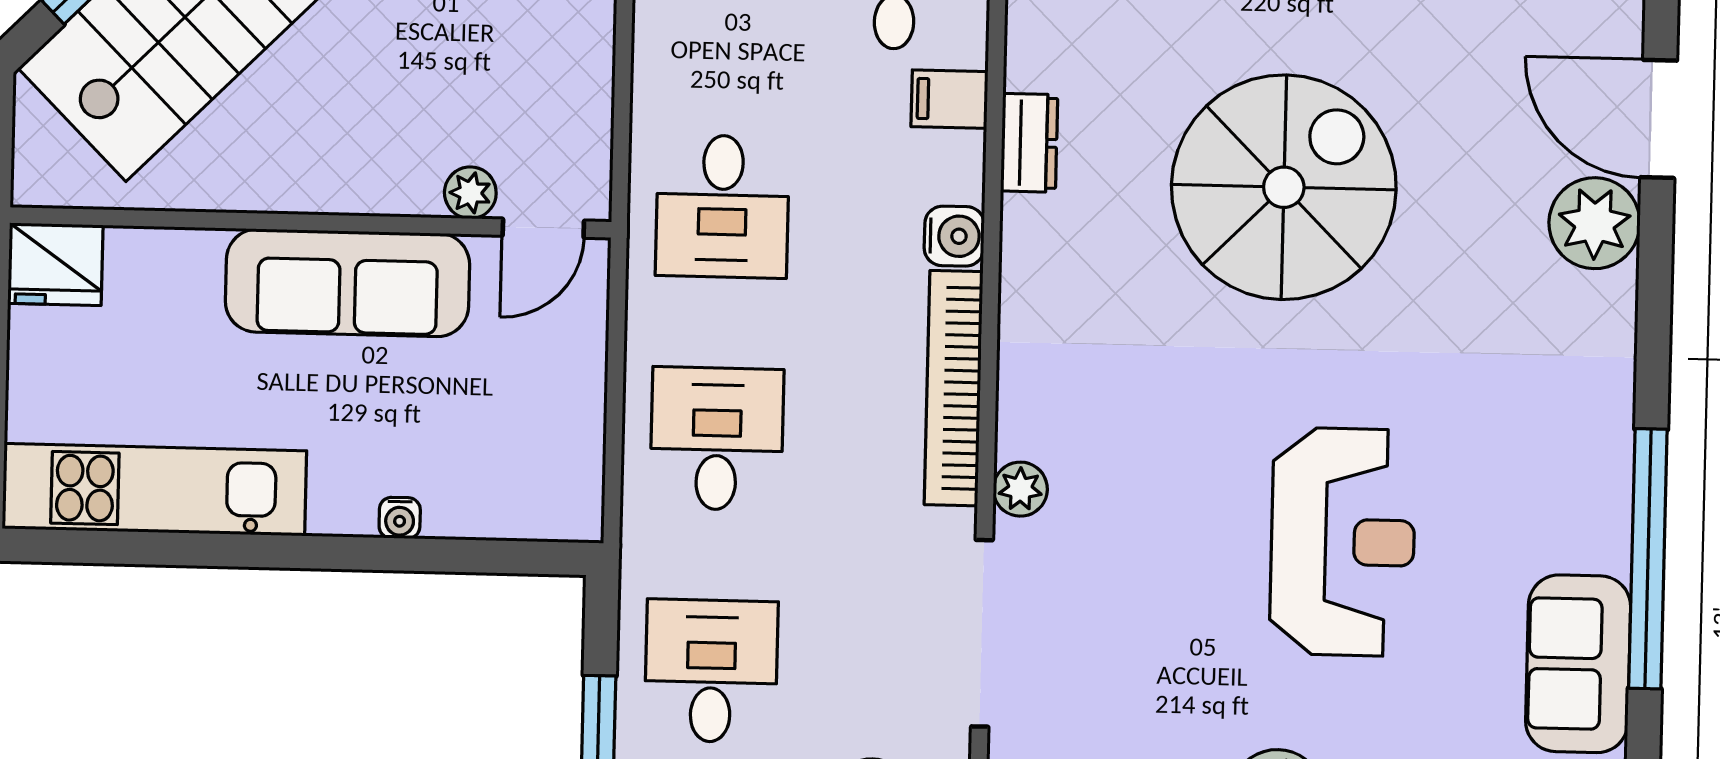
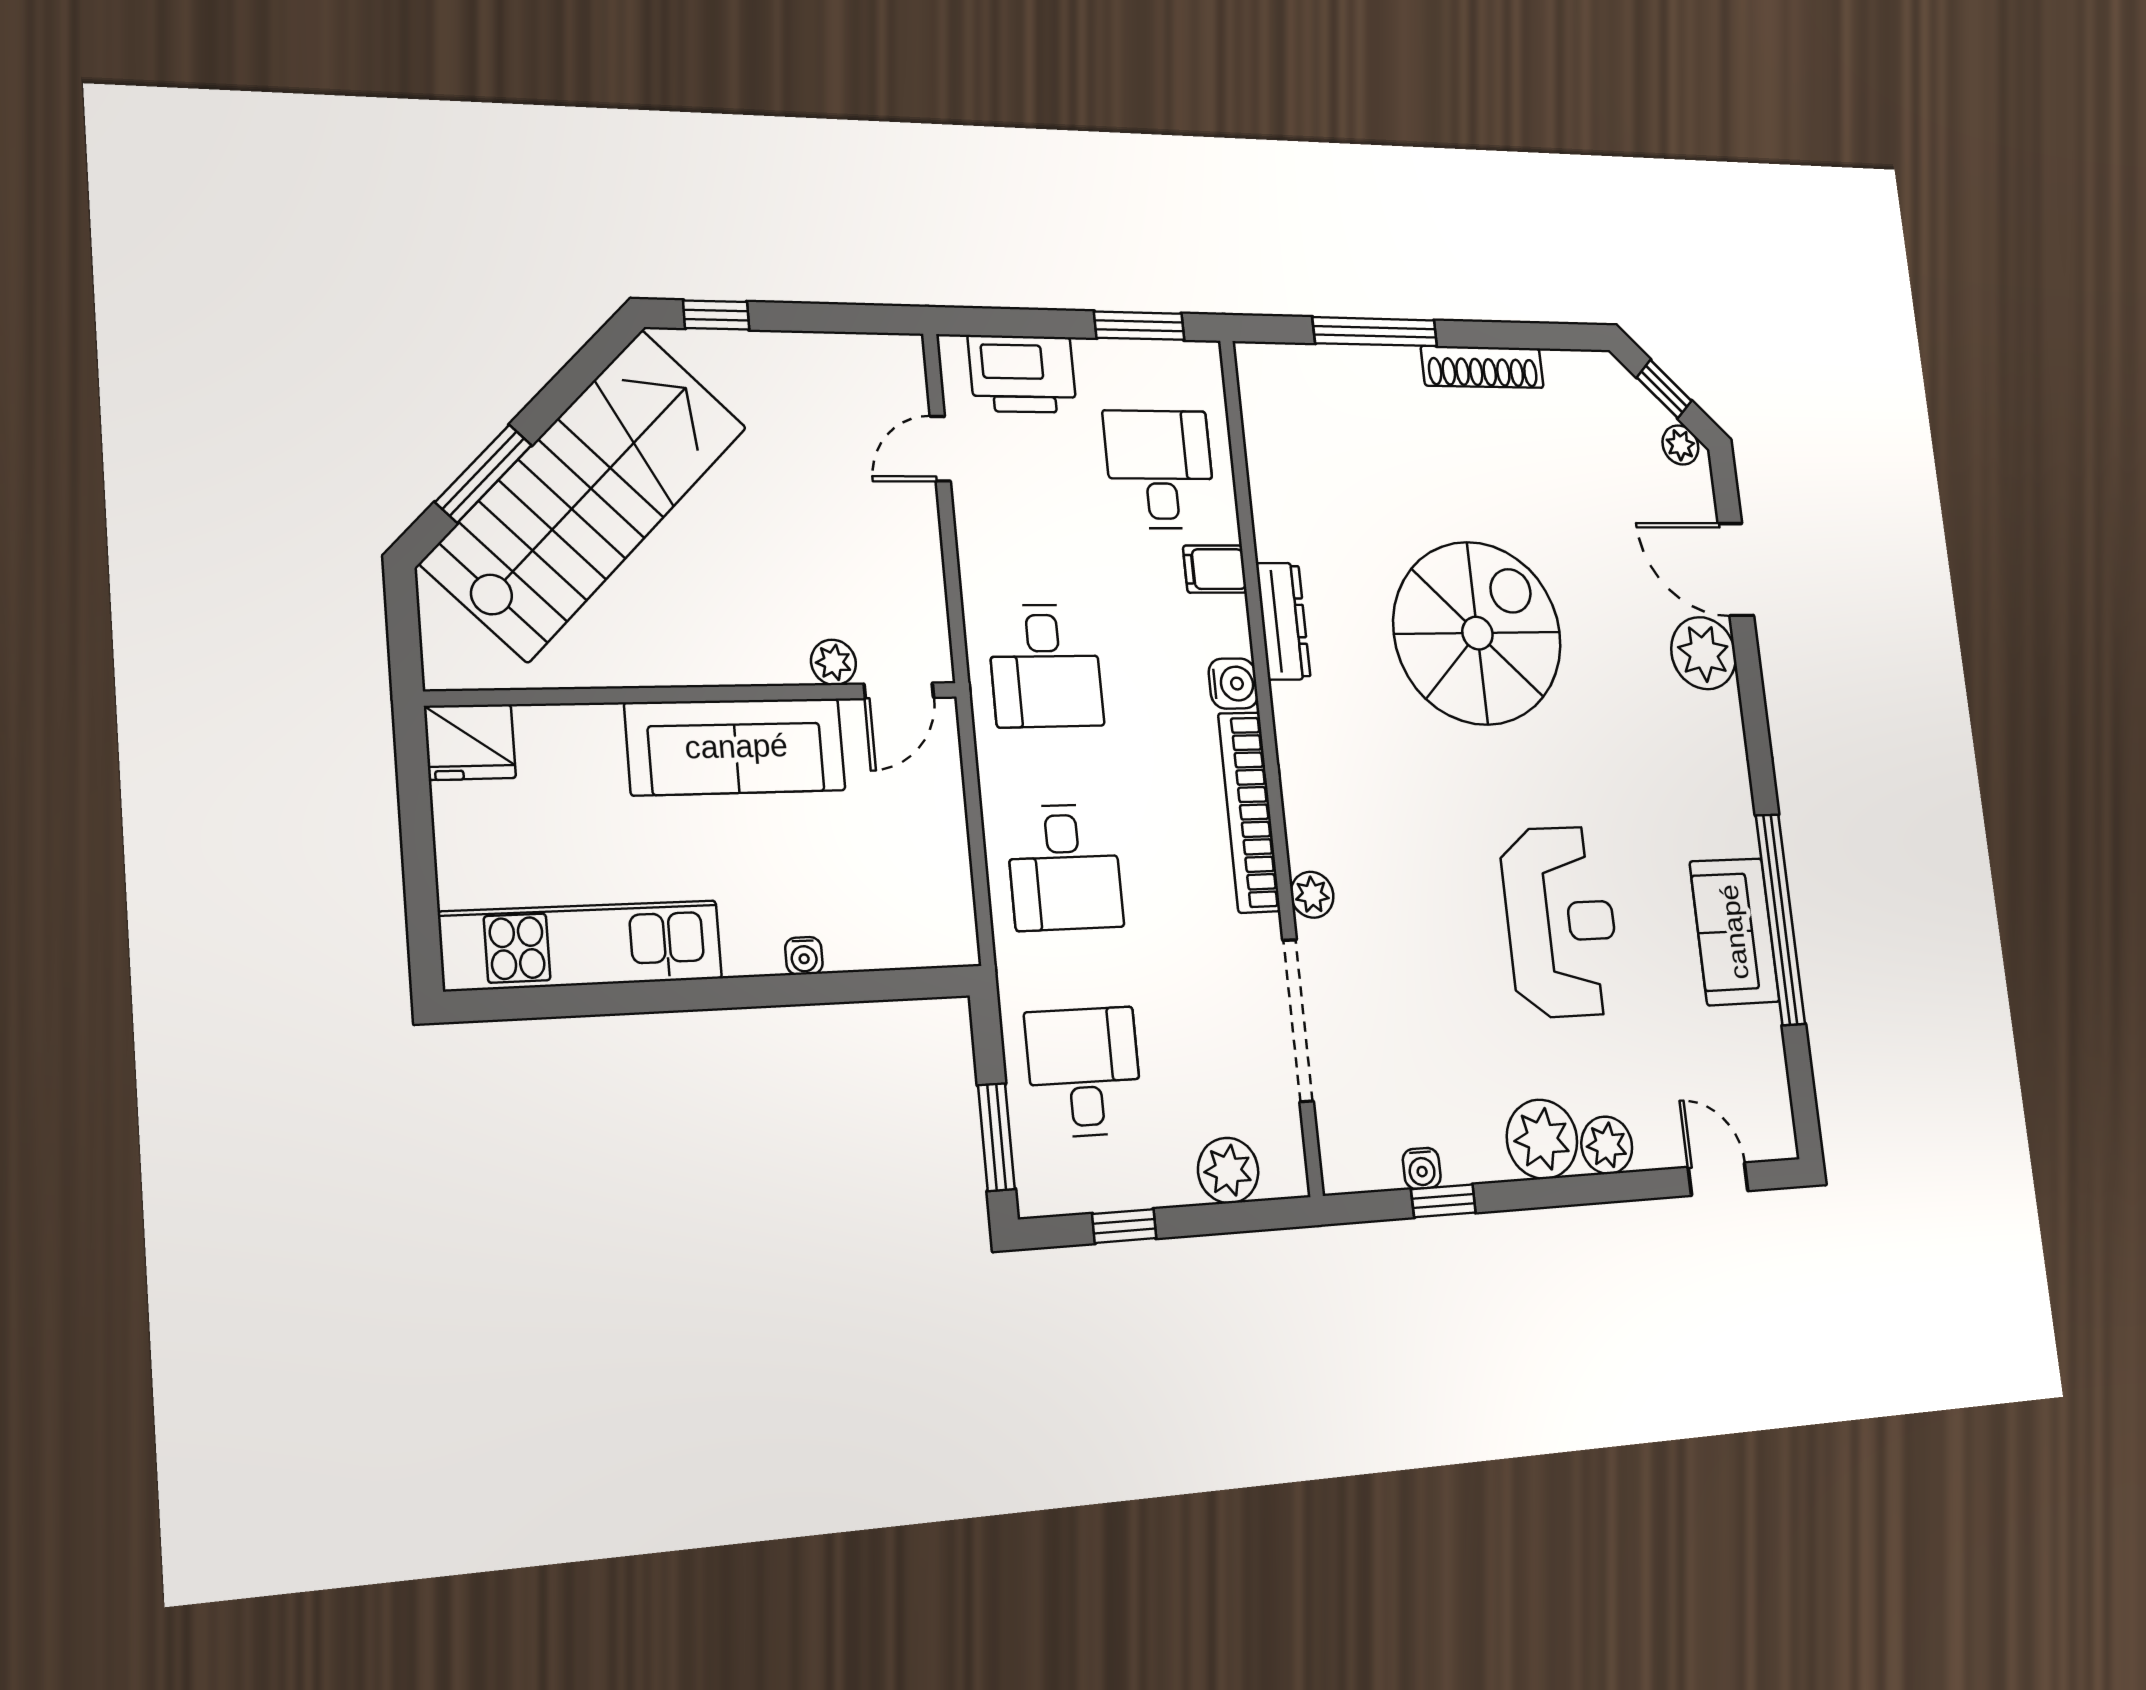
dresser: (1029, 143) -> (1283, 621), width x1.44
desk: (717, 439) -> (1065, 867), turned 180
sofa: (1578, 664) -> (1735, 932), moved

